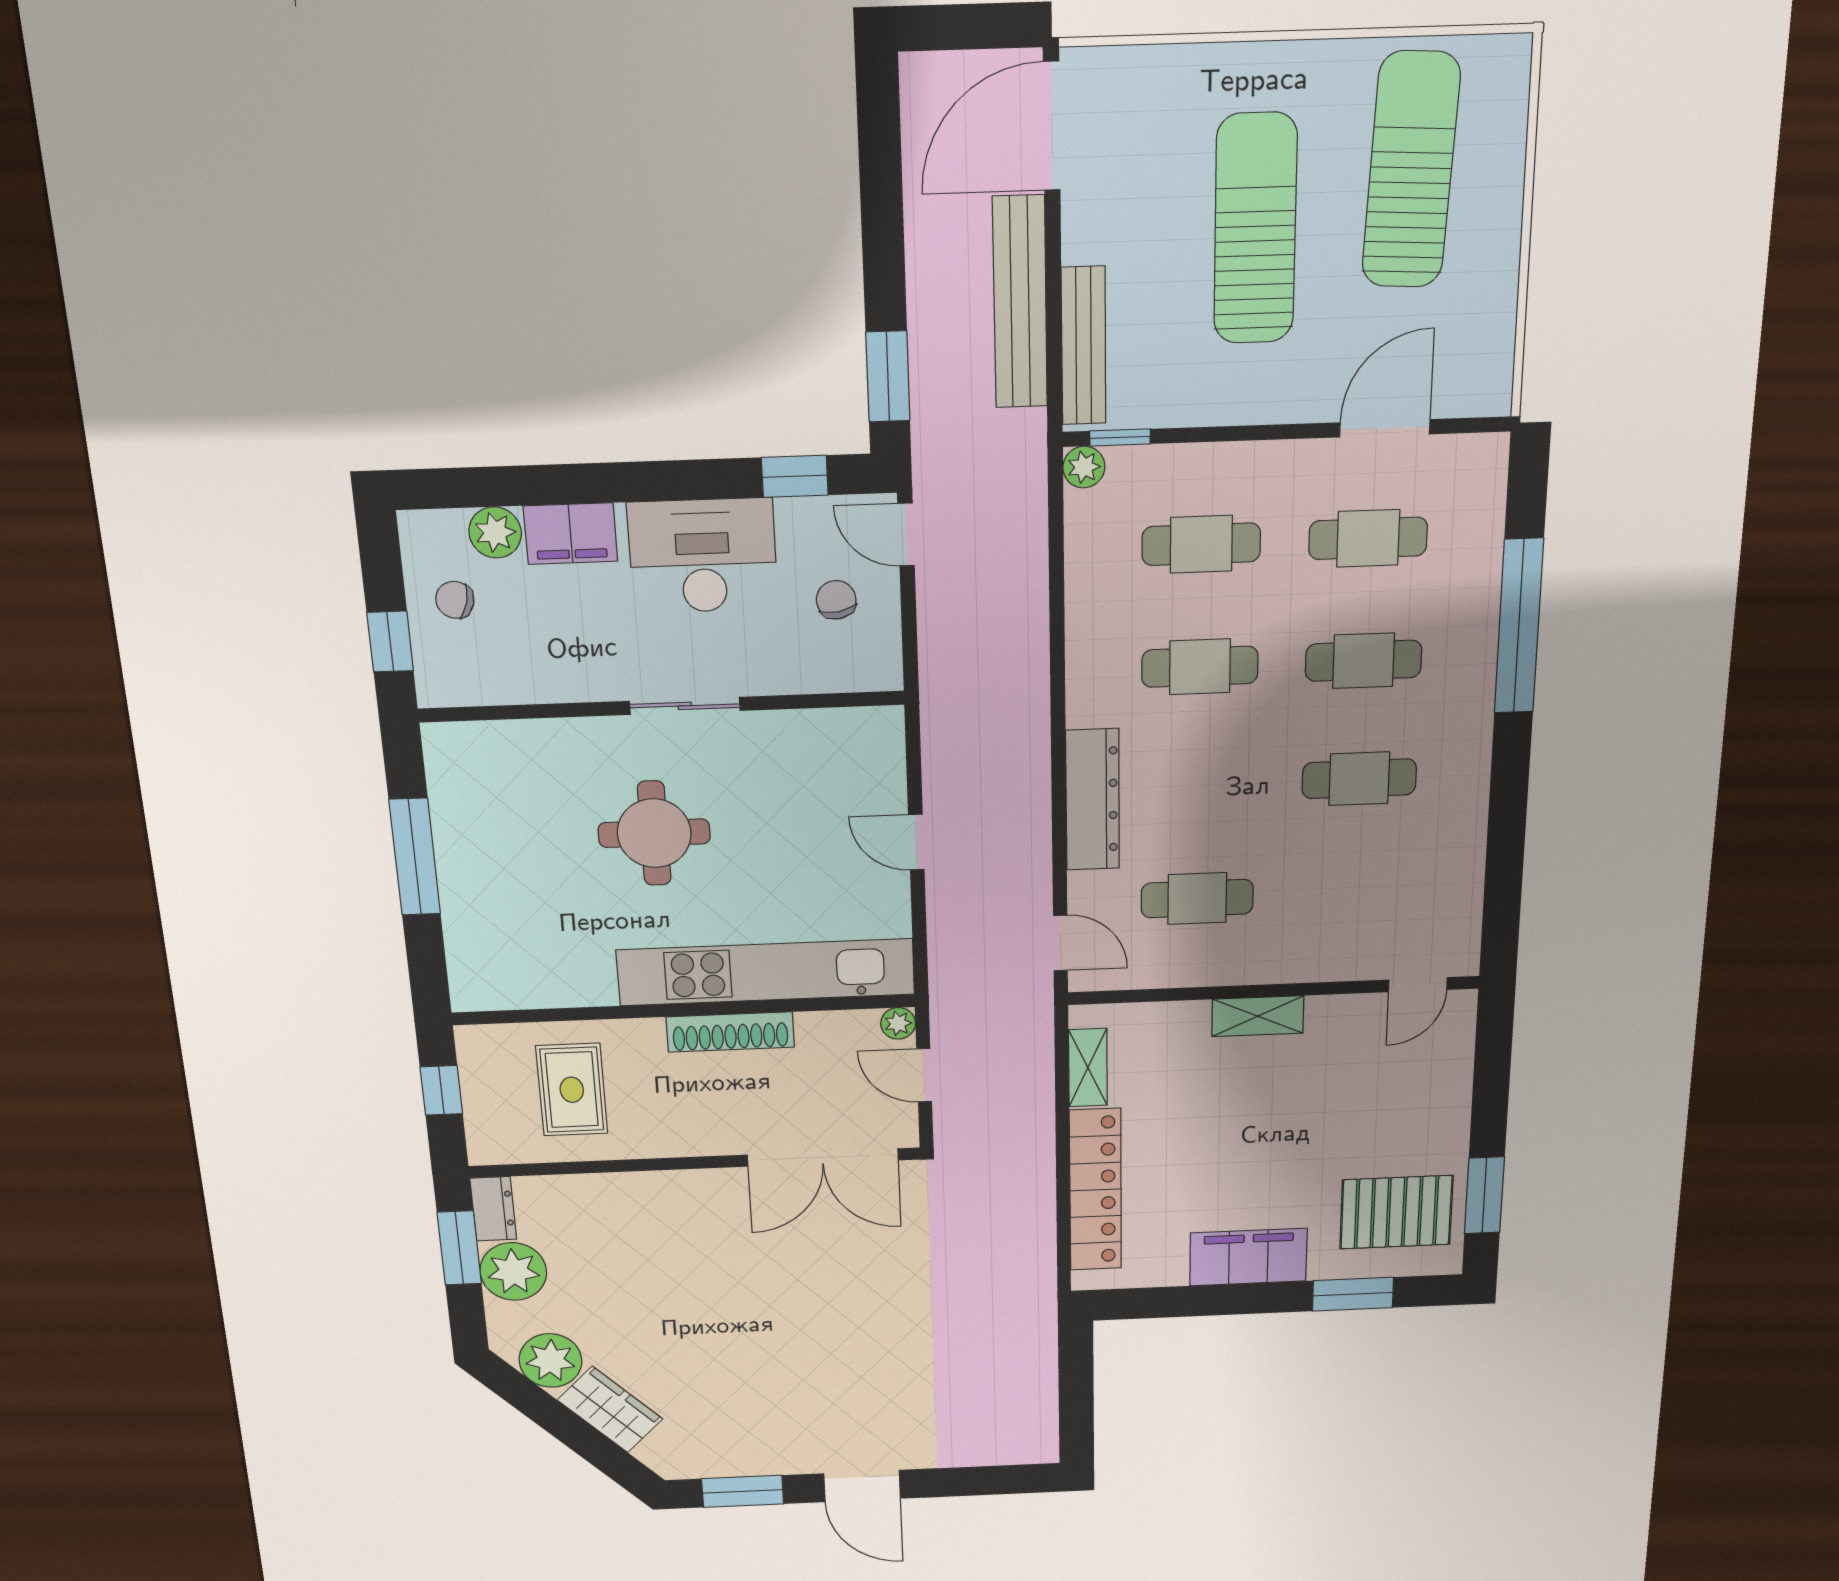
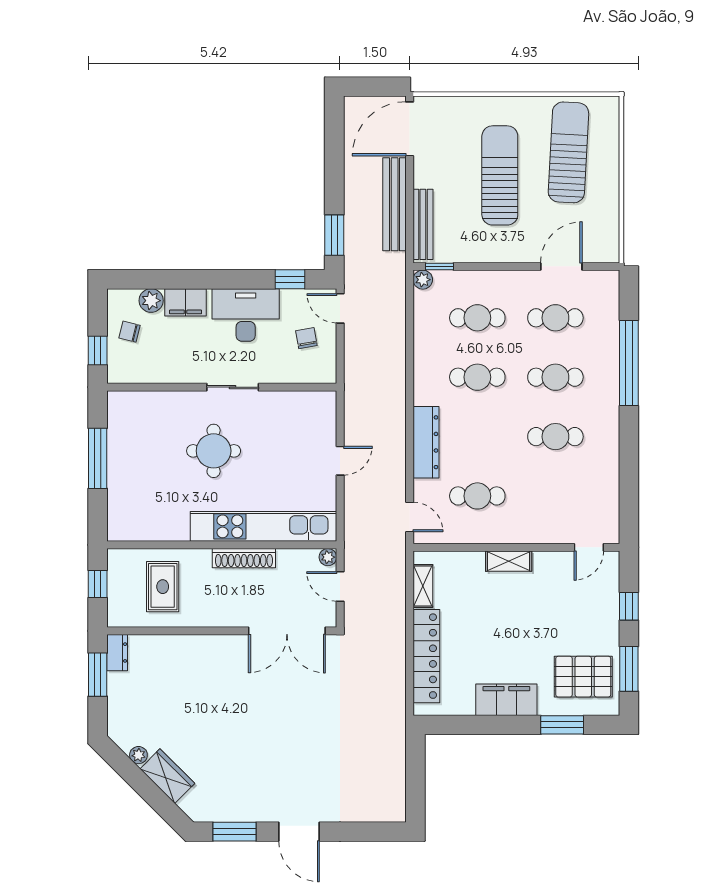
door: (916, 842) -> (340, 461), swing flipped
window: (1491, 1087) -> (629, 606), added
plant: (513, 1271) -> (124, 690), removed
plant: (551, 1361) -> (138, 755), width x0.53, depth x0.53

